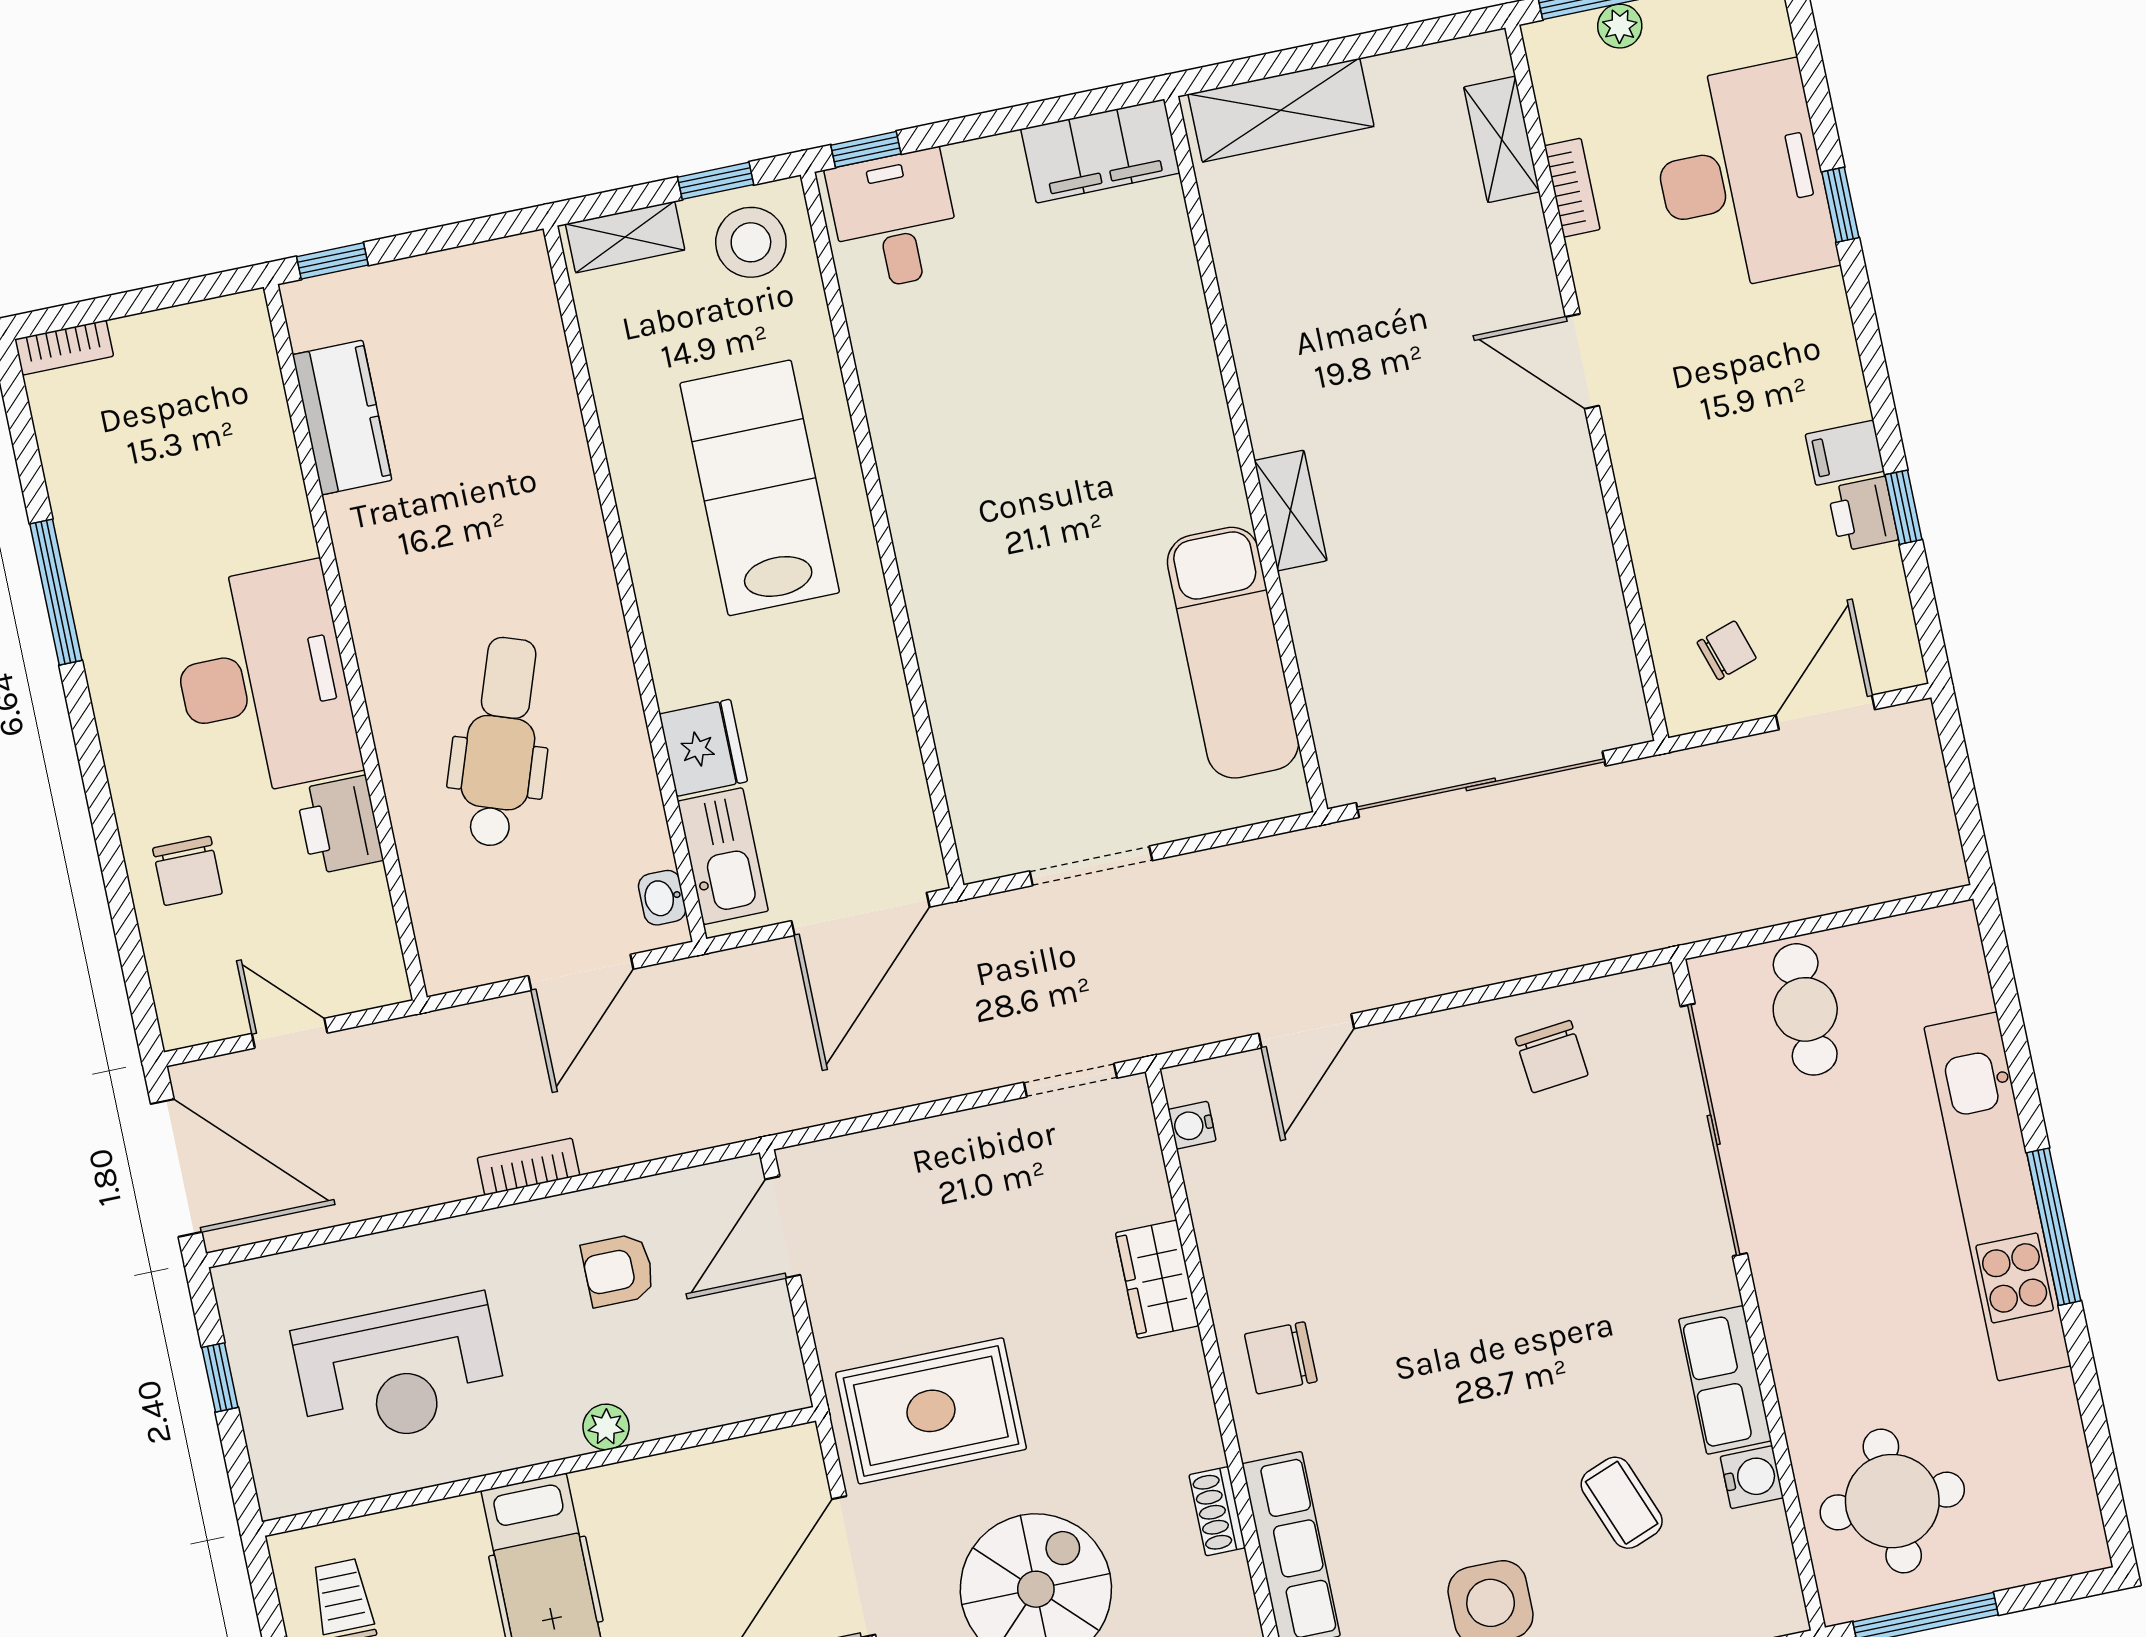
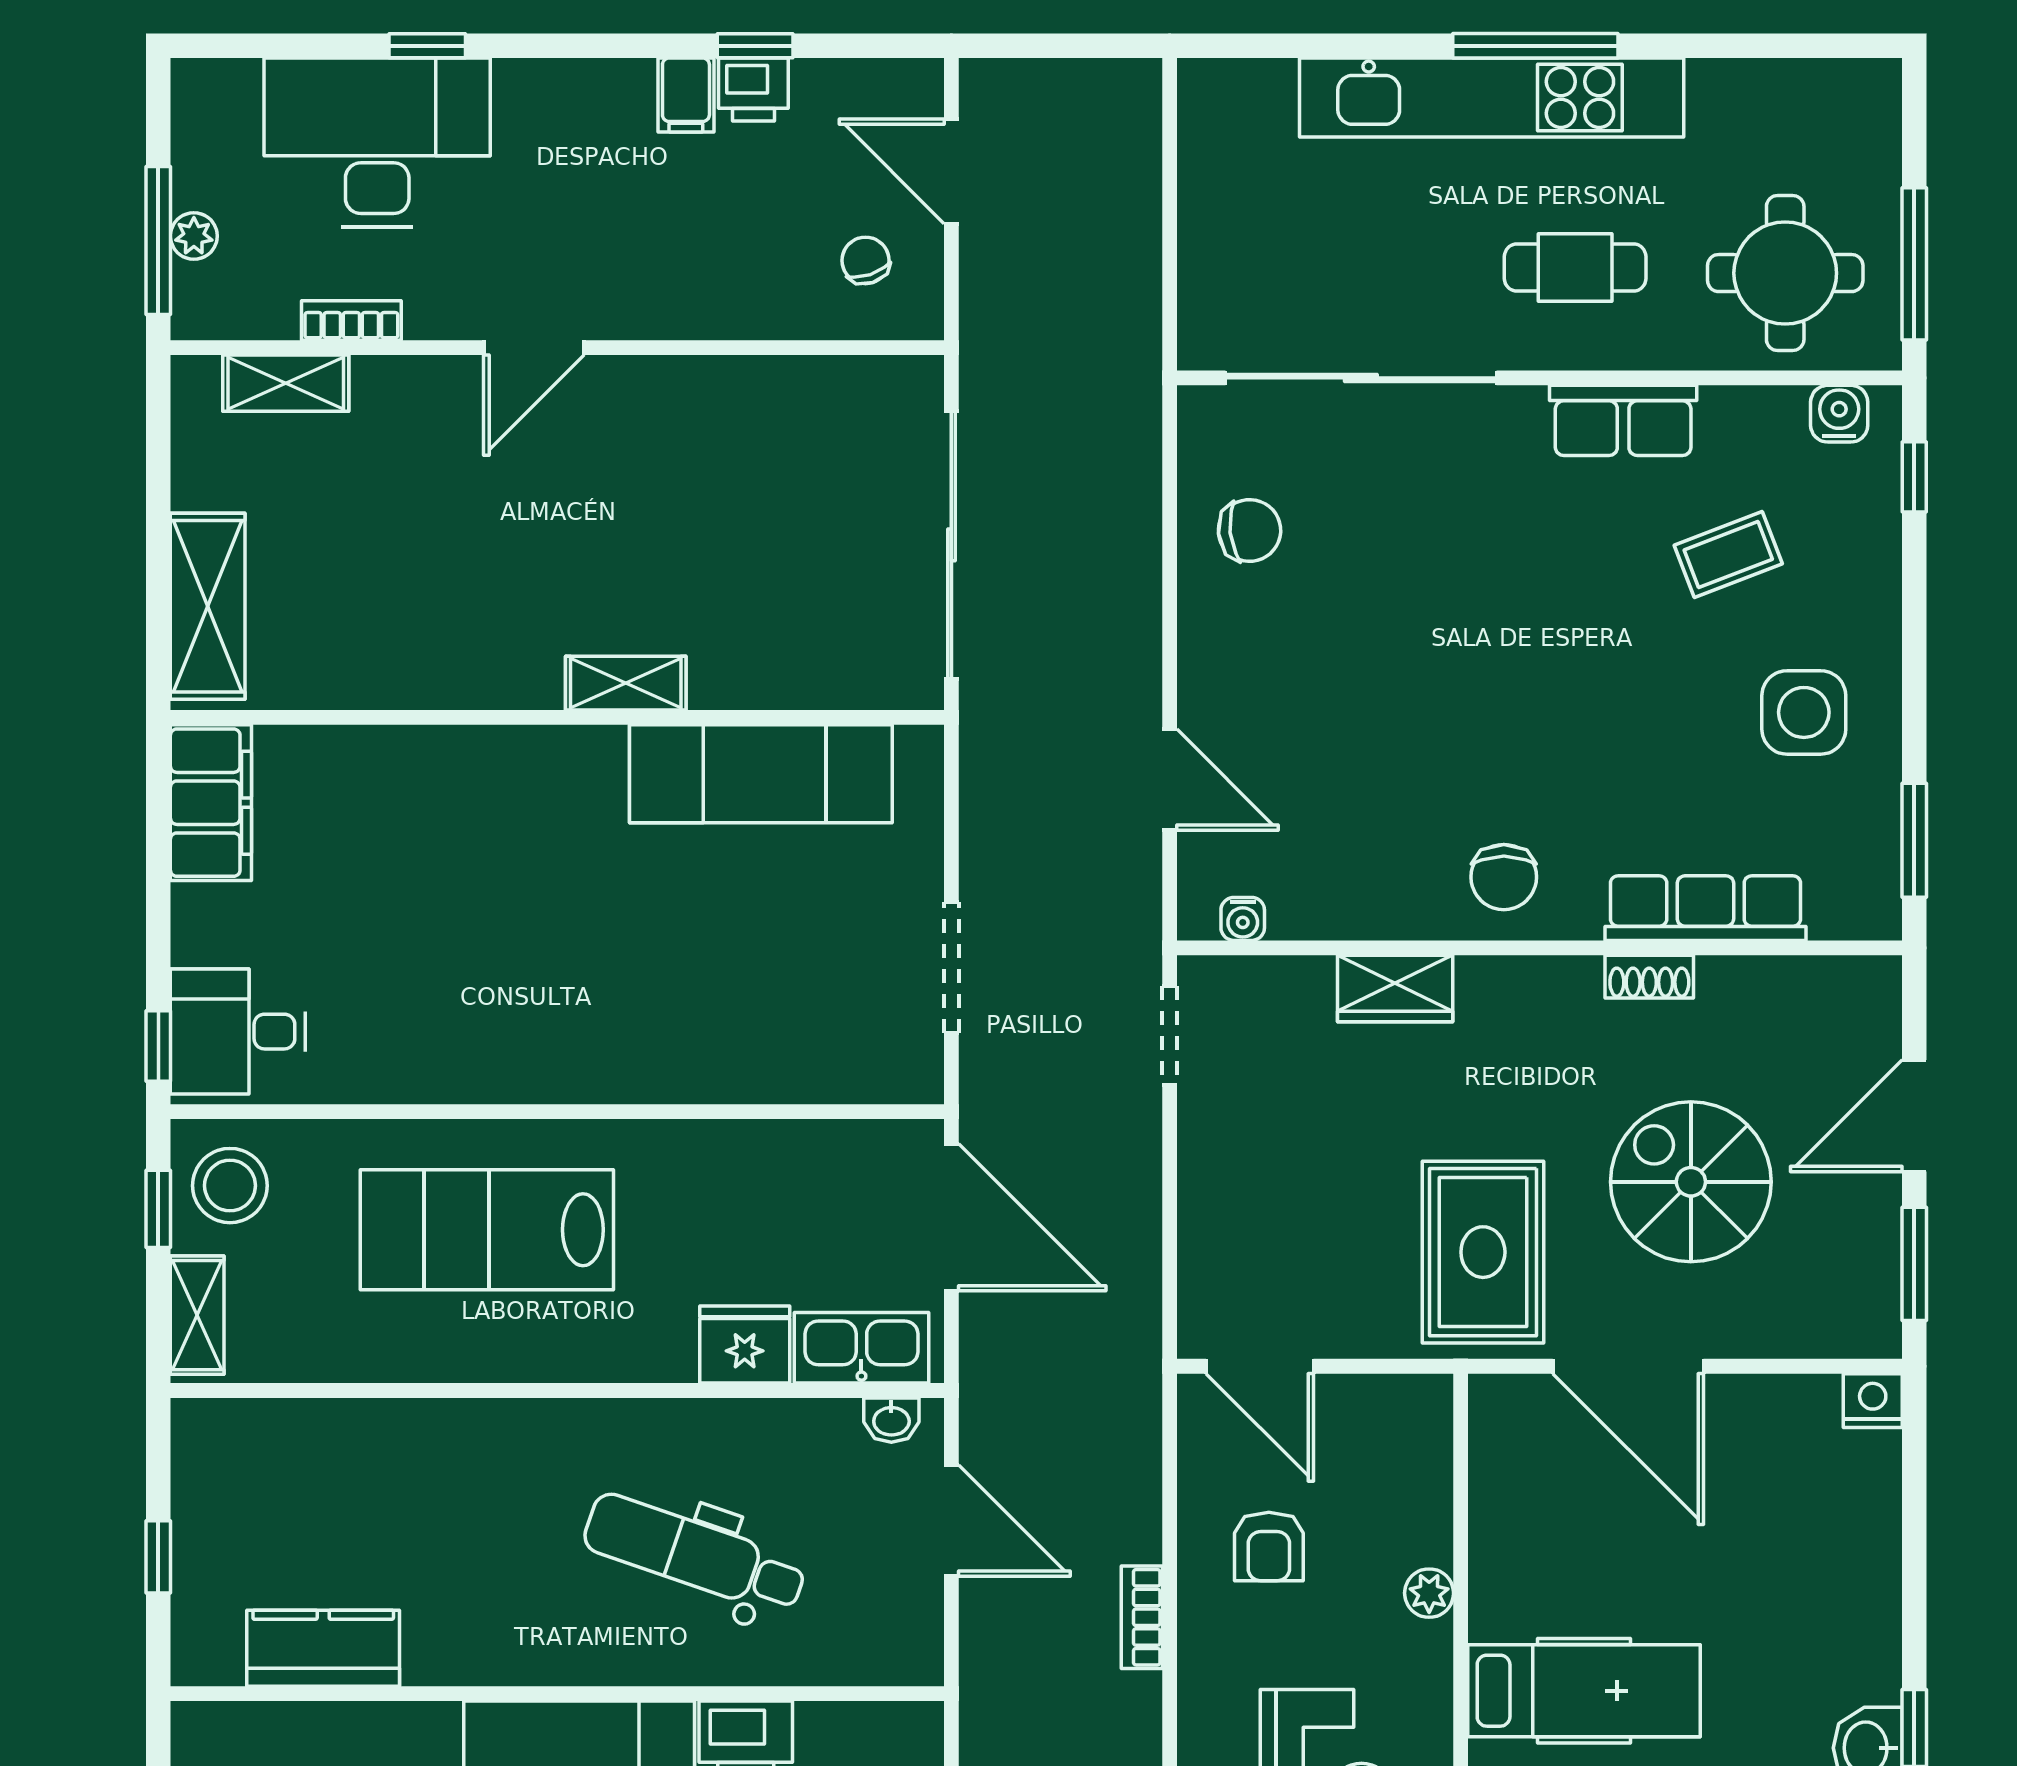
window: (332, 261) -> (158, 1557), moved
cafe table: (1805, 1009) -> (1575, 268), moved
water cooler: (1752, 1477) -> (1839, 414), moved

